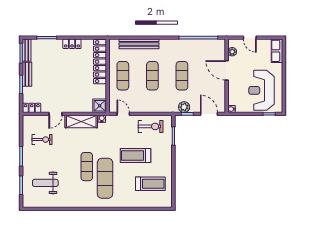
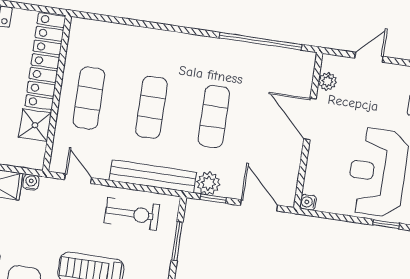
door: (250, 38) -> (369, 57), swing flipped
bench: (139, 44) -> (153, 176), moved
shower: (100, 106) -> (35, 125), moved

